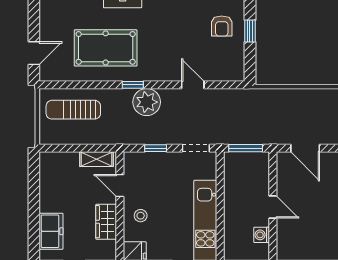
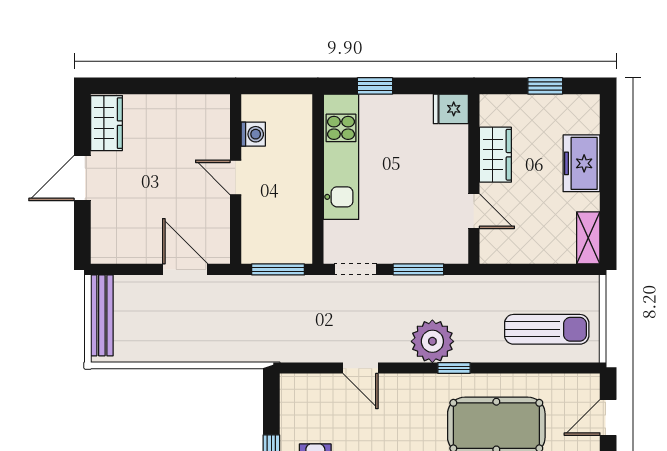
window: (156, 148) -> (418, 269), width x1.50
shelving: (97, 159) -> (588, 238), moved, turned 90
stool: (141, 216) -> (442, 164), removed
freezer: (51, 231) -> (582, 163), moved

